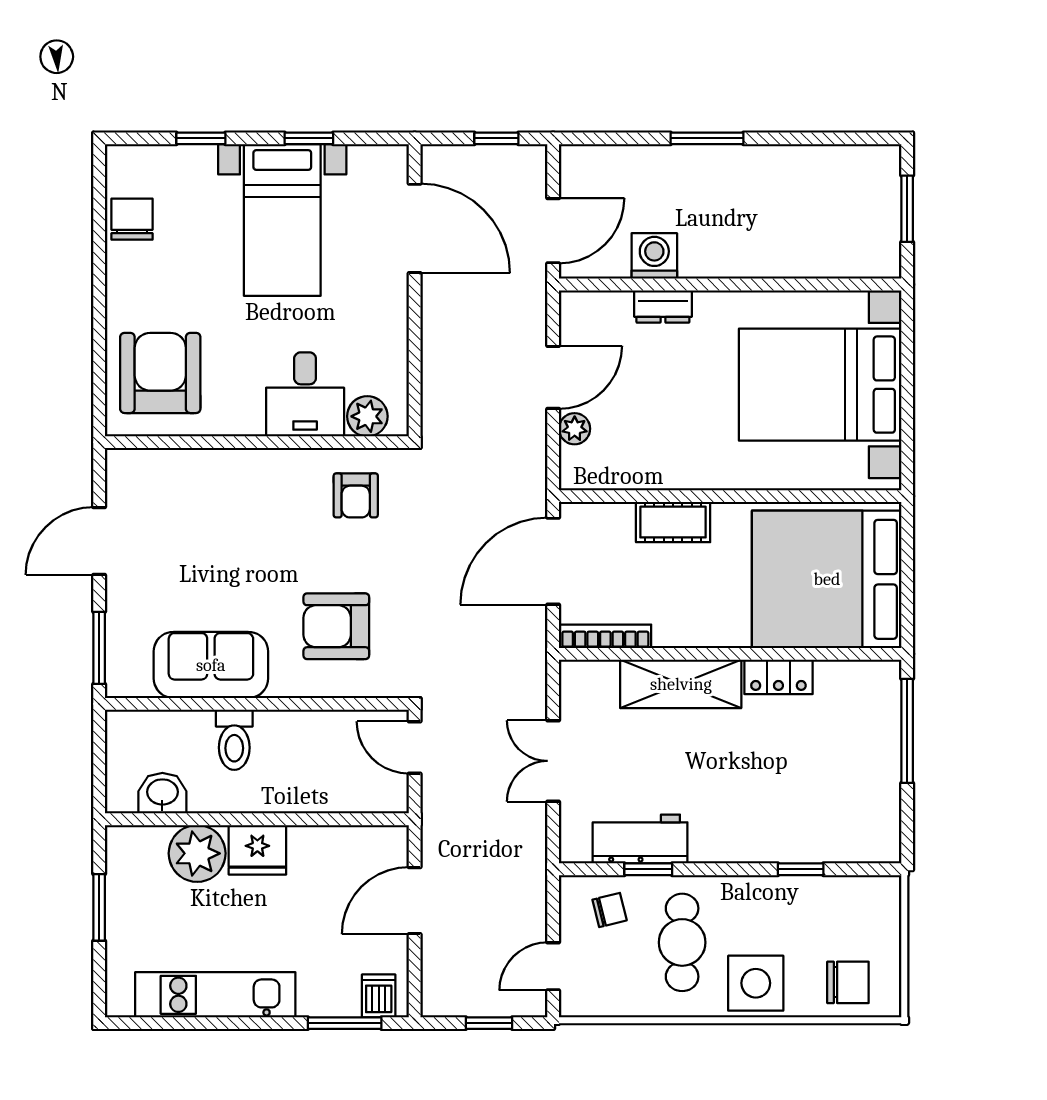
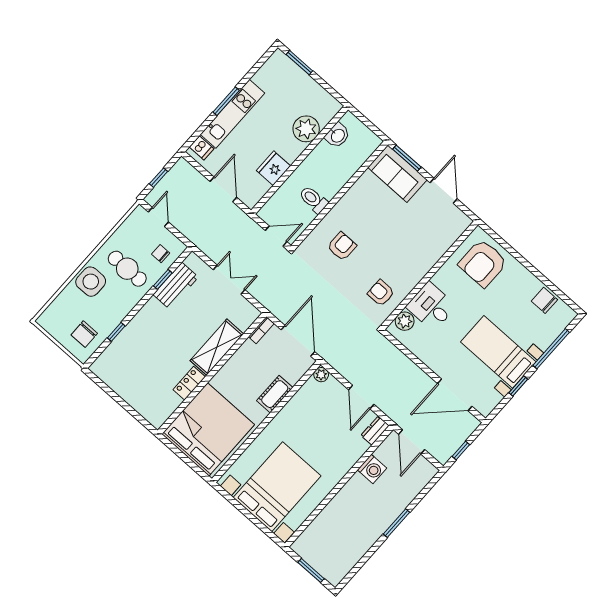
window: (201, 138) -> (551, 349), width x2.17
chair: (132, 219) -> (544, 300), turned 180
dresser: (663, 306) -> (375, 431), moved
armchair: (160, 373) -> (483, 263), turned 90
plant: (575, 429) -> (321, 375), moved
armchair: (336, 626) -> (342, 246), width x0.72, depth x0.72
bookcase: (605, 636) -> (261, 330), width x0.64
sofa: (211, 665) -> (397, 174), moved, turned 90
window: (907, 731) -> (131, 411), removed
toilet: (234, 740) -> (313, 200), moved
fridge: (257, 850) -> (273, 168), moved
window: (99, 907) -> (299, 63), moved
chair: (610, 910) -> (161, 254), turned 104
chair: (848, 982) -> (84, 334), moved
kitchen unit: (215, 995) -> (233, 114), moved
window: (345, 1023) -> (226, 101), moved

